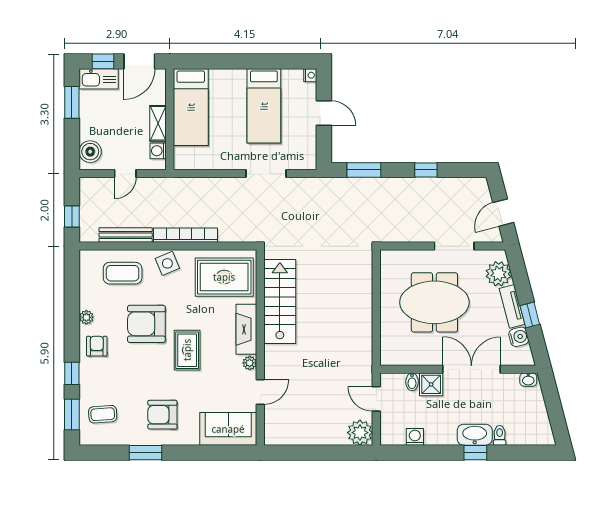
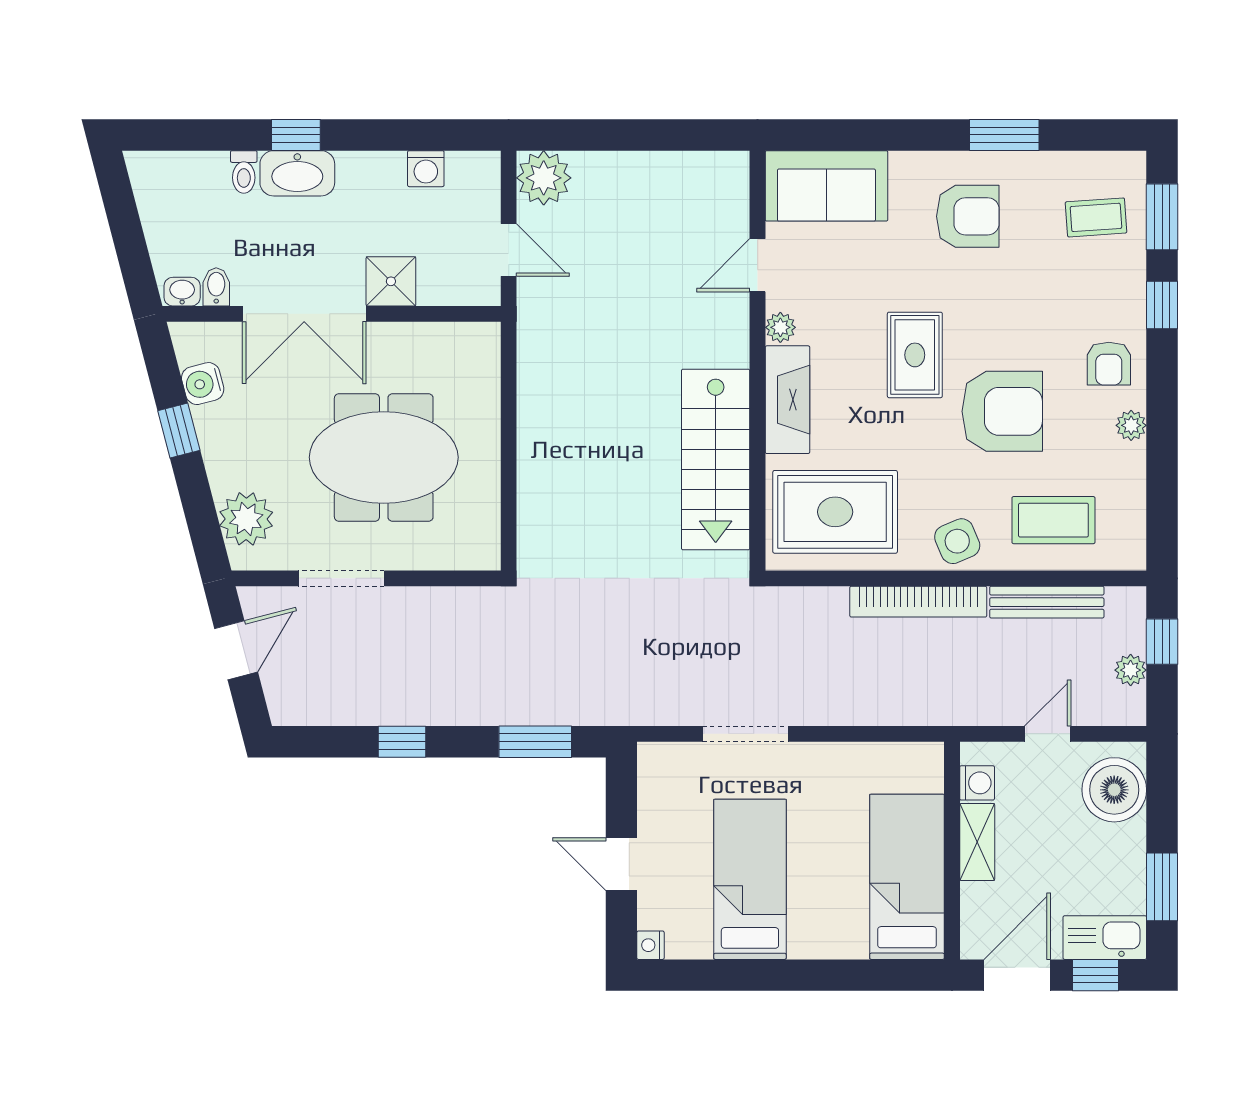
boiler: (90, 152) -> (1114, 790), width x1.37, depth x1.37
plant: (87, 203) -> (1131, 670), added
tv unit: (512, 306) -> (217, 449), removed
bidet: (412, 382) -> (216, 287), moved

